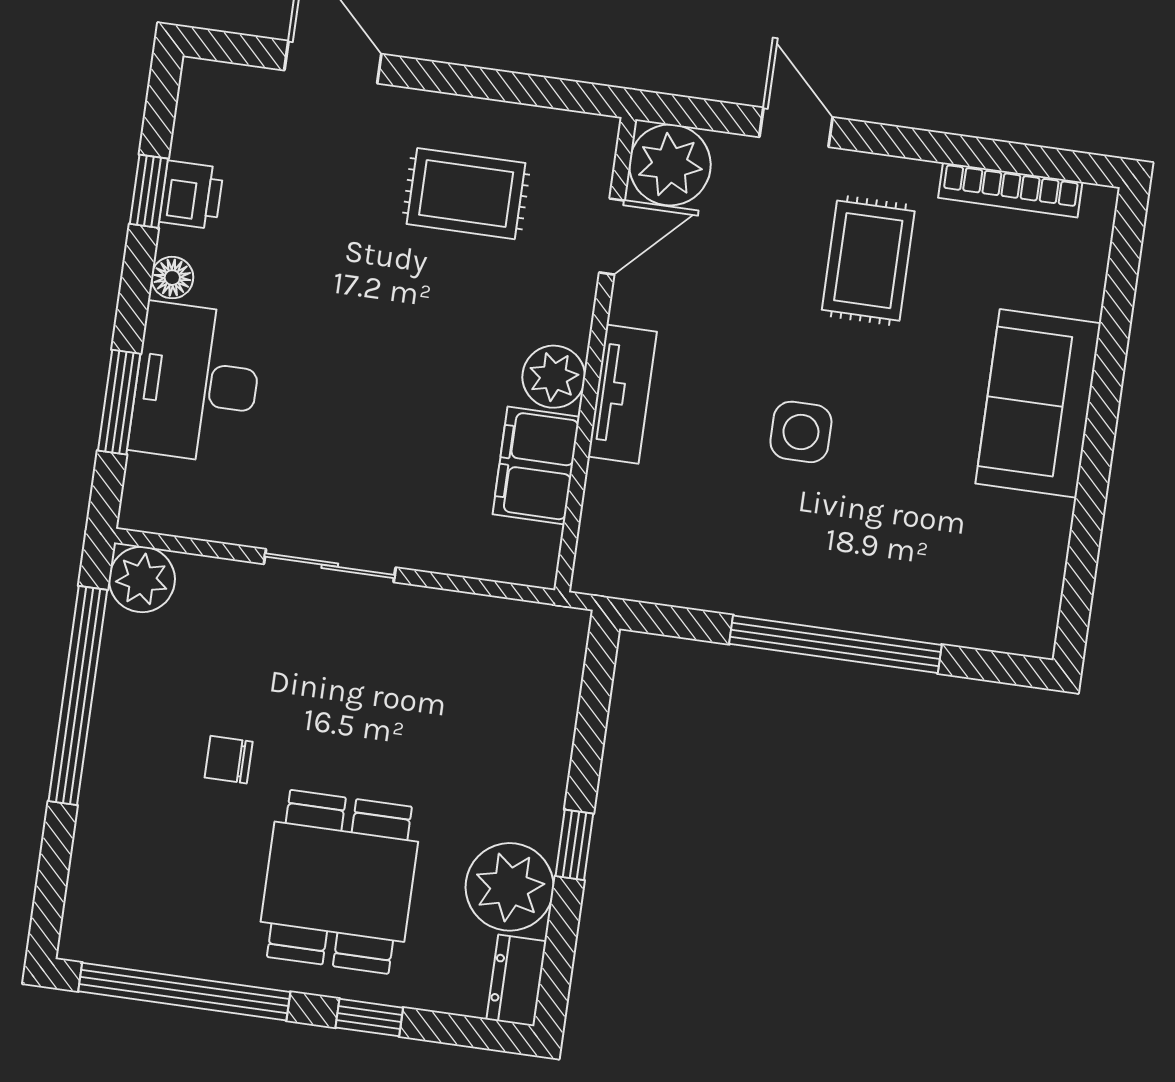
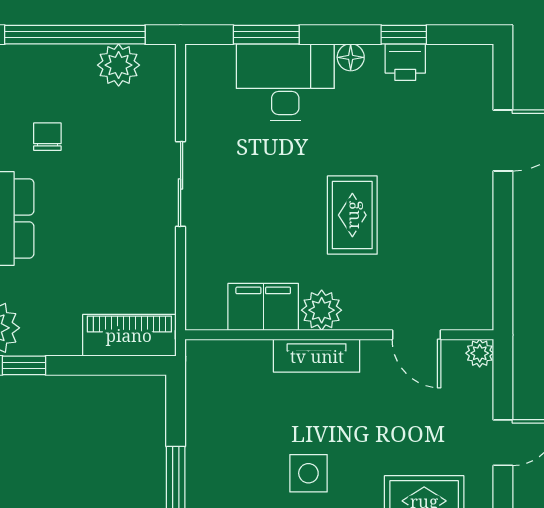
plant: (670, 165) -> (480, 353), width x0.53, depth x0.53
rug: (466, 194) -> (352, 215), moved
plant: (142, 579) -> (119, 65), moved
piano: (551, 677) -> (129, 335), added

